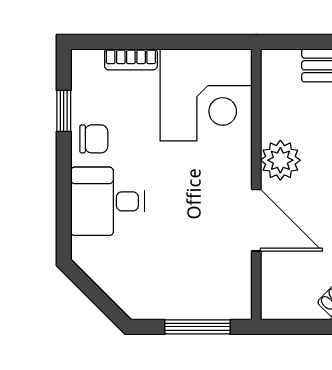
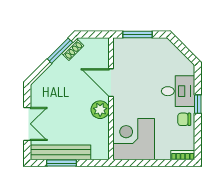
bookcase: (131, 59) -> (183, 155), moved
window: (64, 111) -> (198, 104), moved

